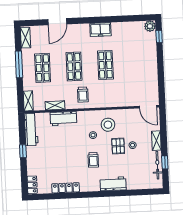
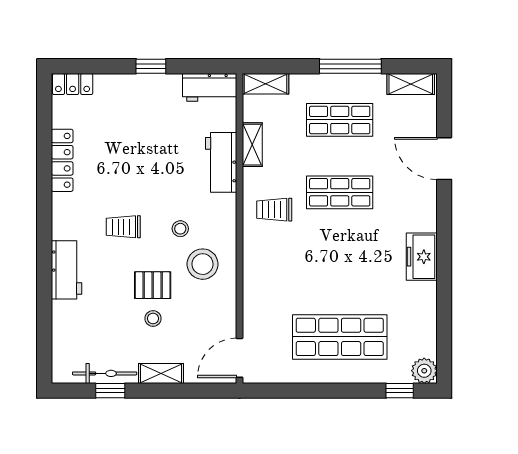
shop shelf: (105, 65) -> (340, 337), moved, width x1.43, depth x1.36
workbench: (31, 130) -> (210, 87), width x0.73

